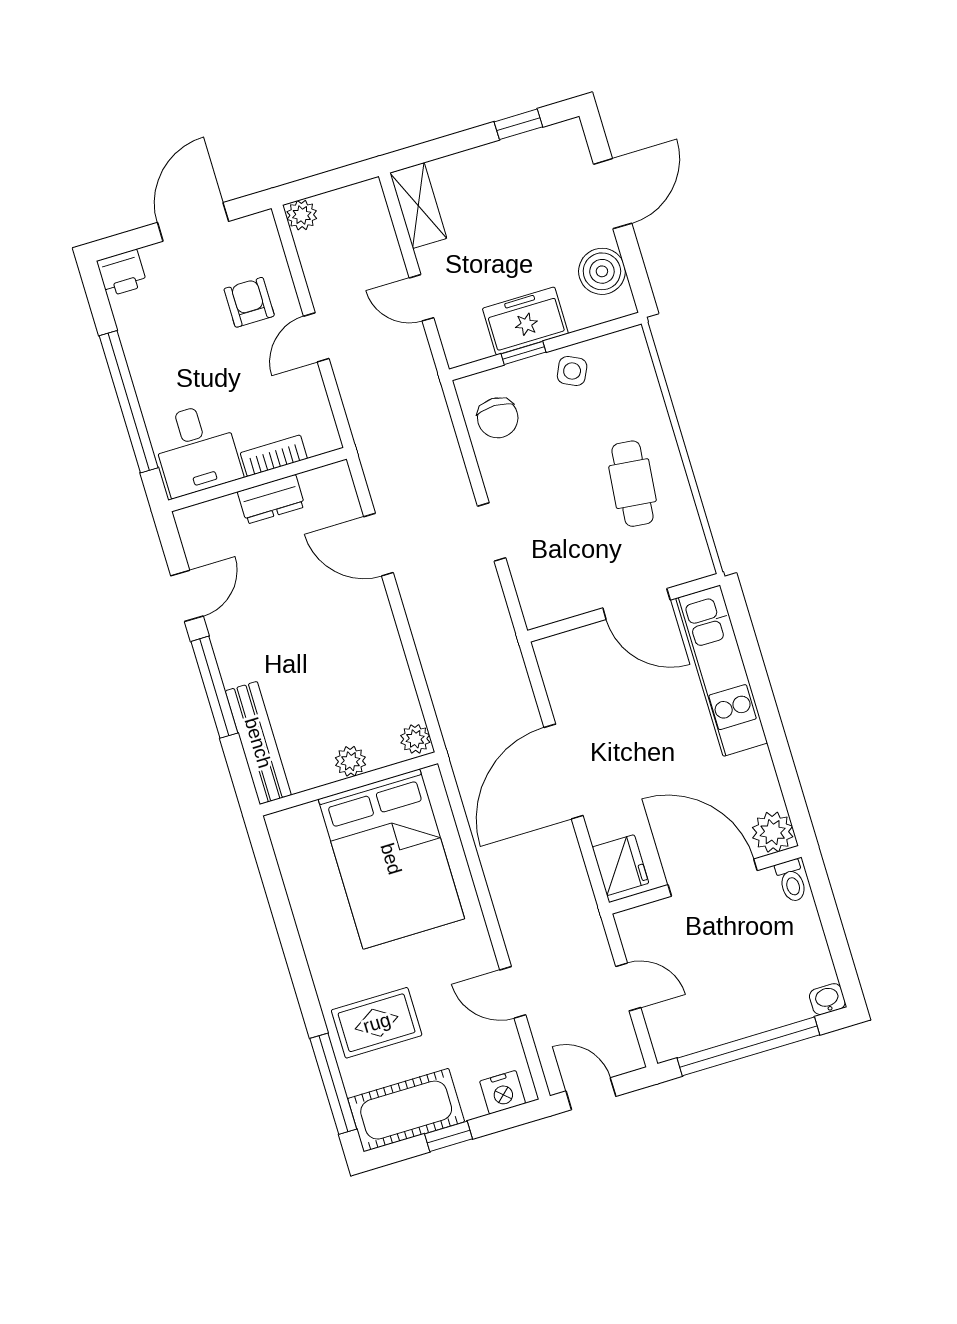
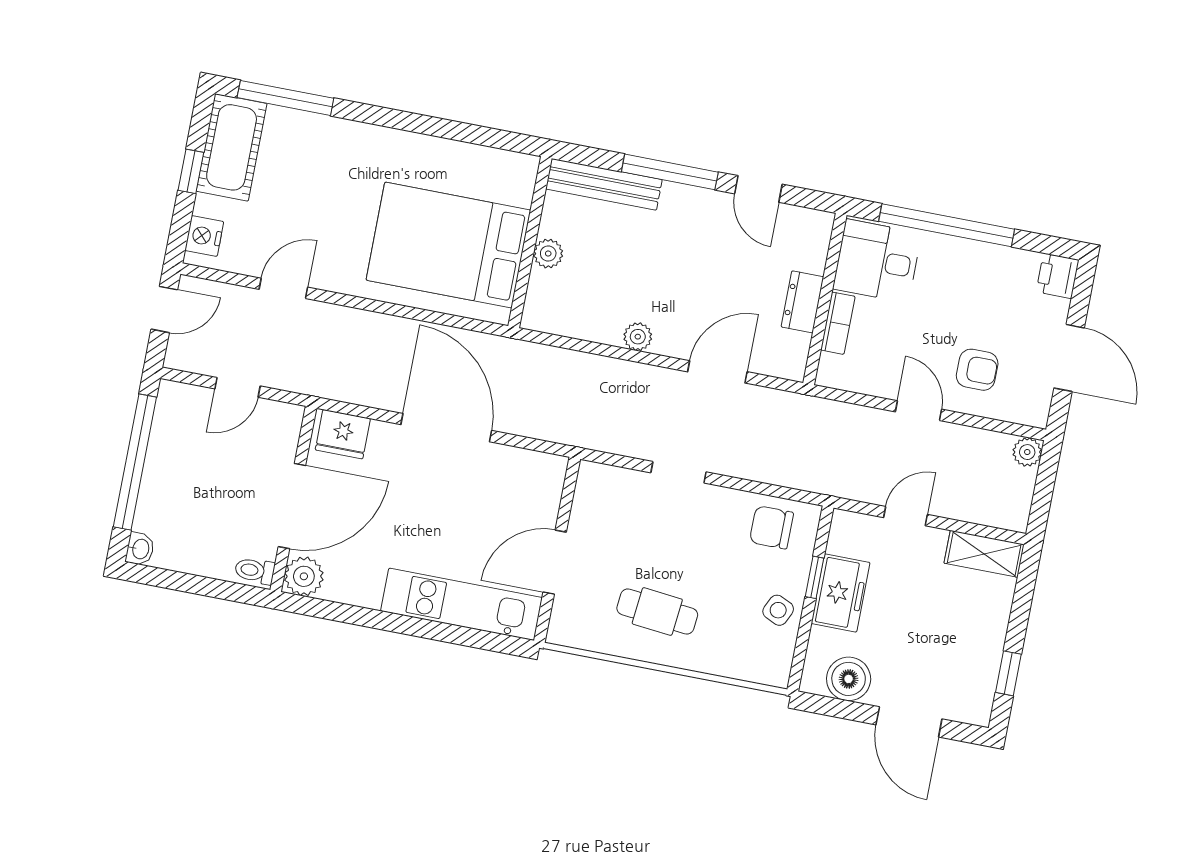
plant: (415, 739) -> (638, 337), moved
rug: (377, 1023) -> (318, 161), removed

